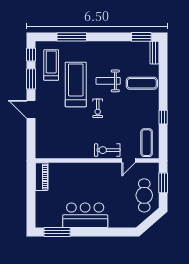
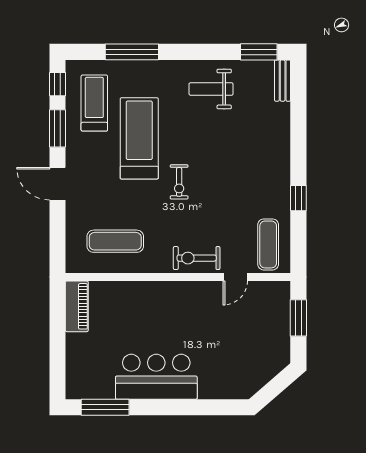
weight bench: (108, 81) -> (211, 89), moved
exercise mat: (142, 83) -> (115, 241), moved
cafe table: (144, 195) -> (264, 341), removed

